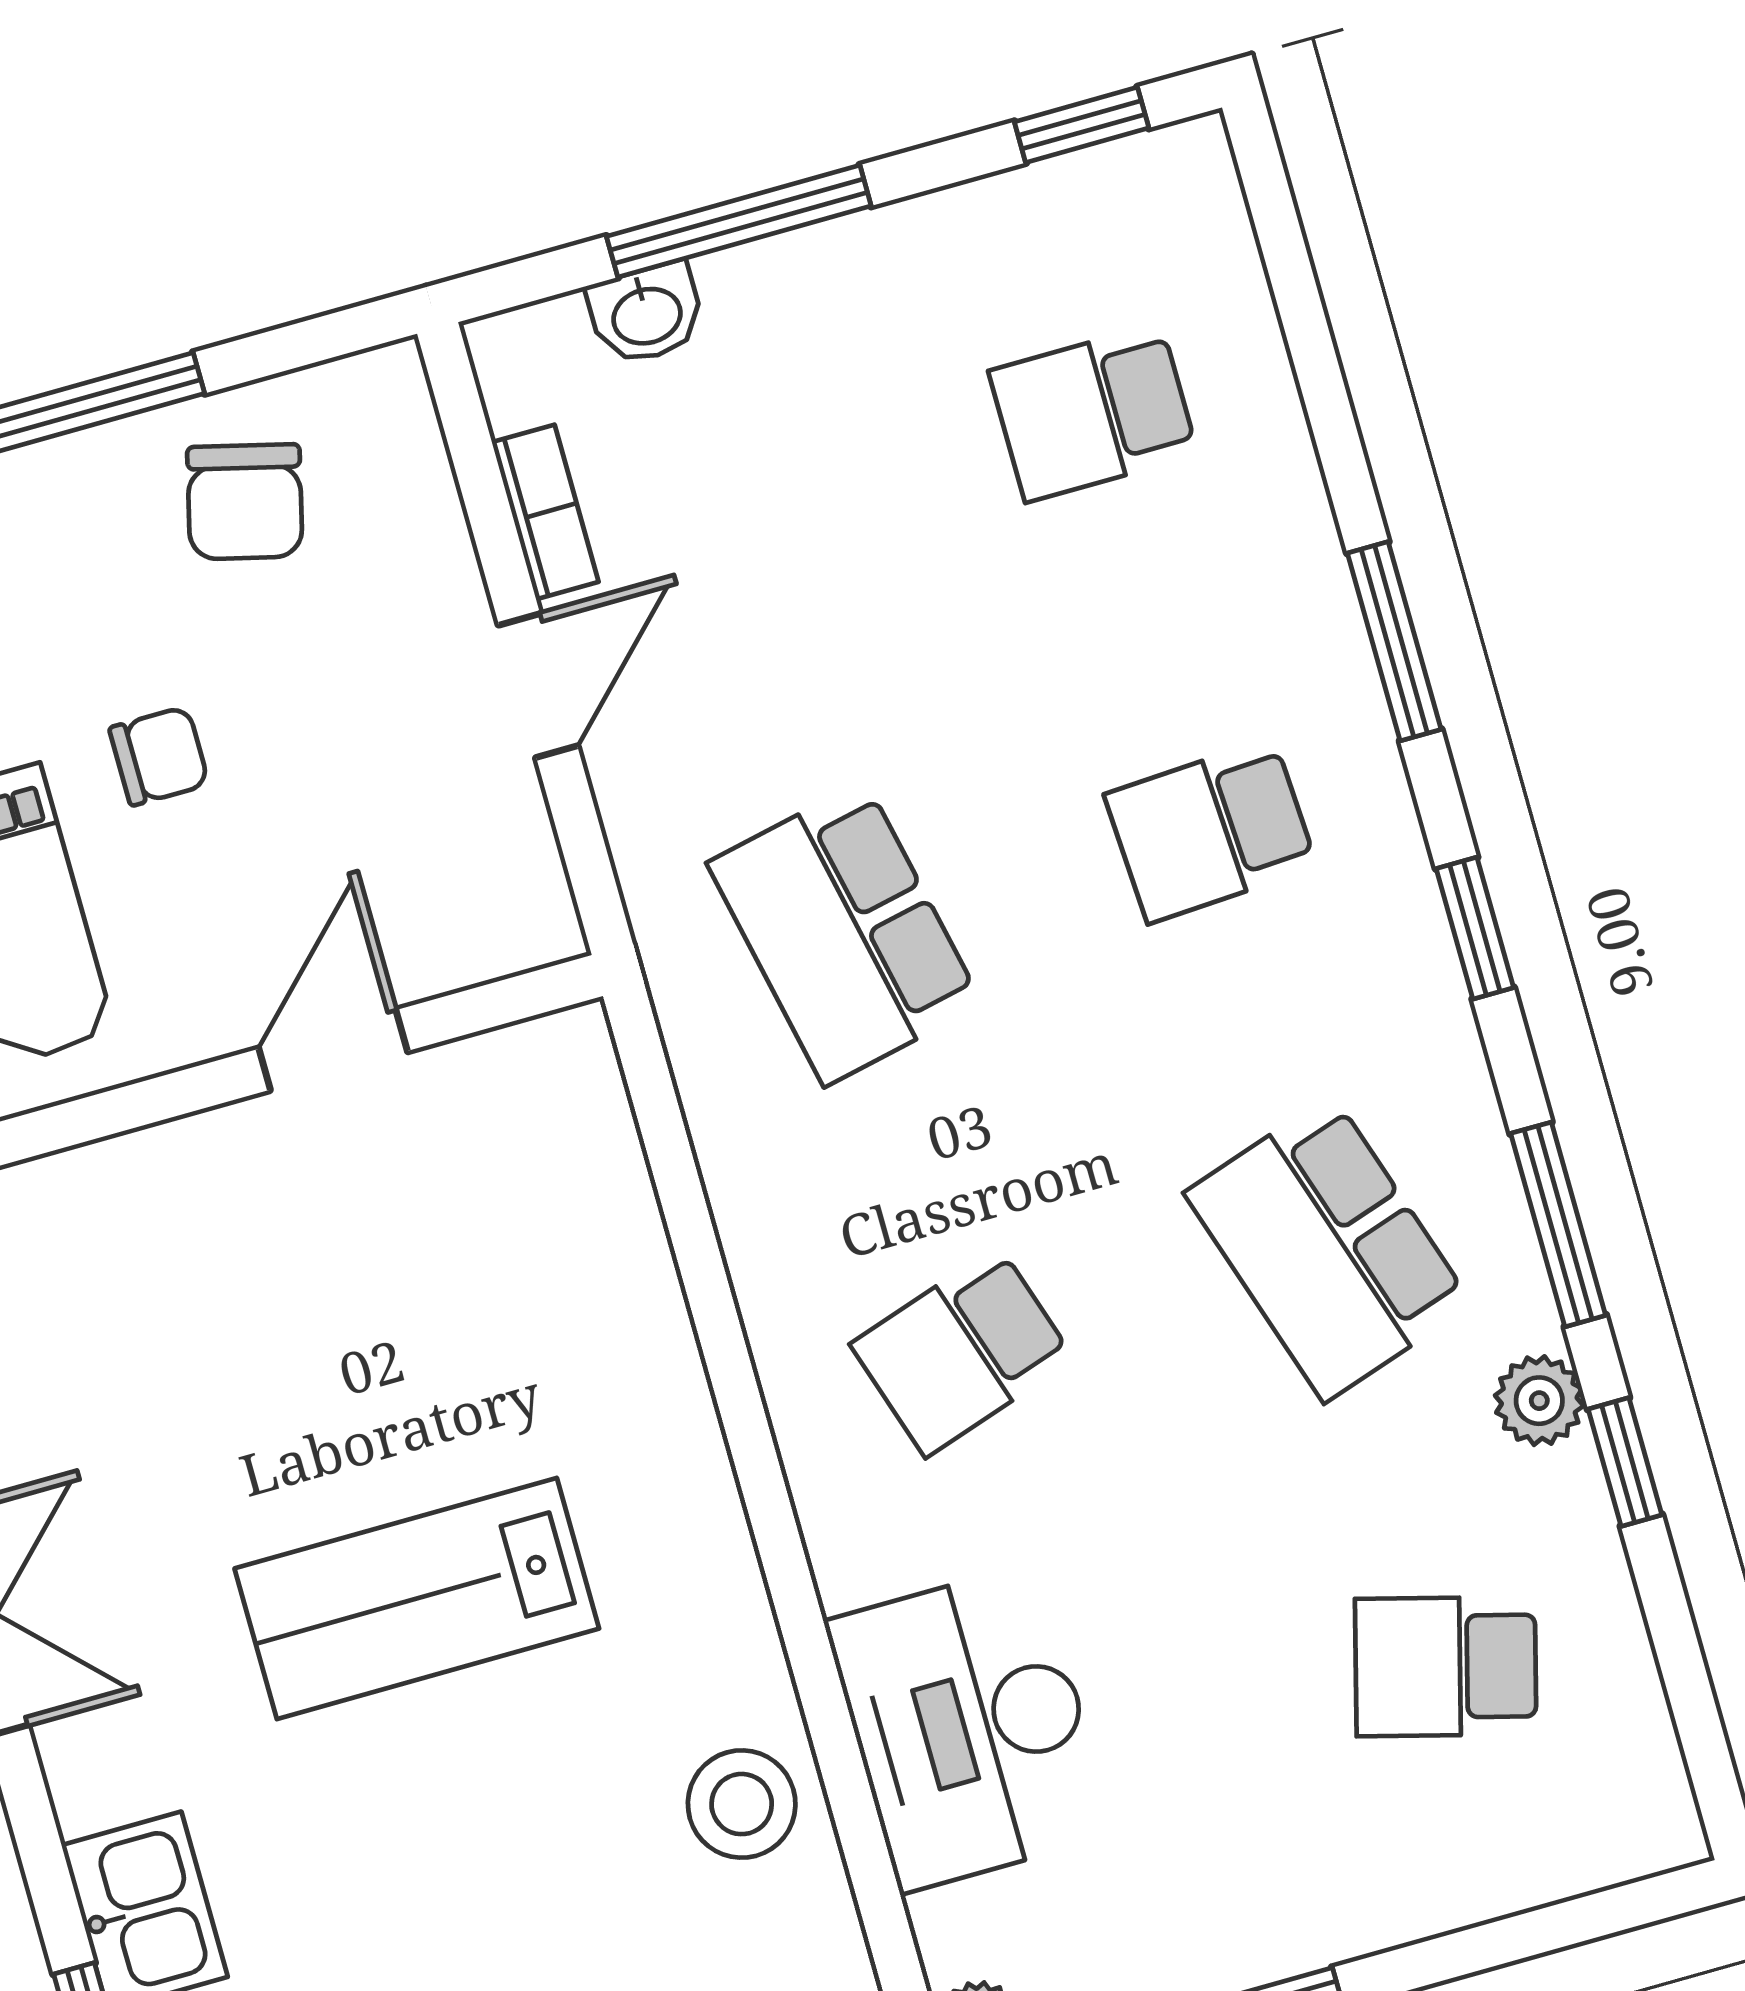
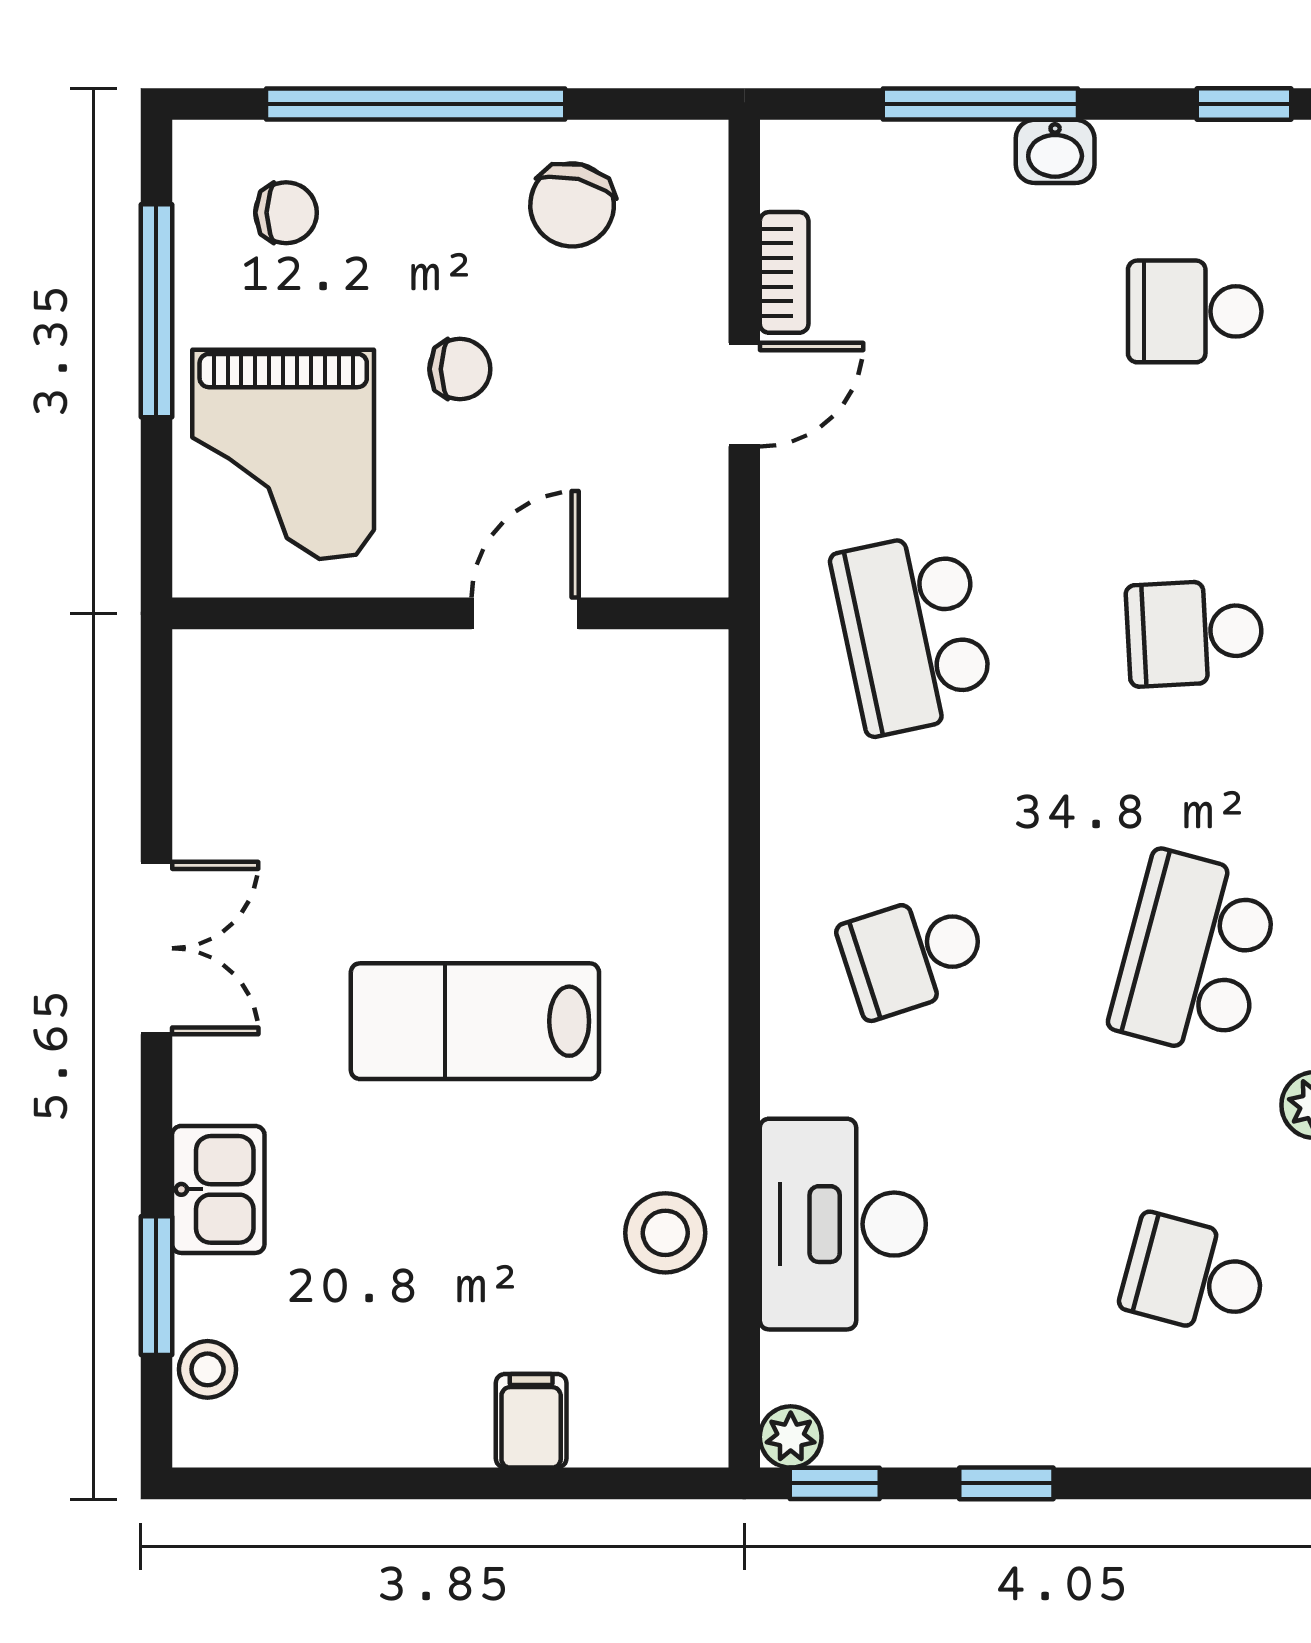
washbasin: (646, 314) -> (1055, 151), moved
school desk: (1328, 1249) -> (1195, 954), turned 33

